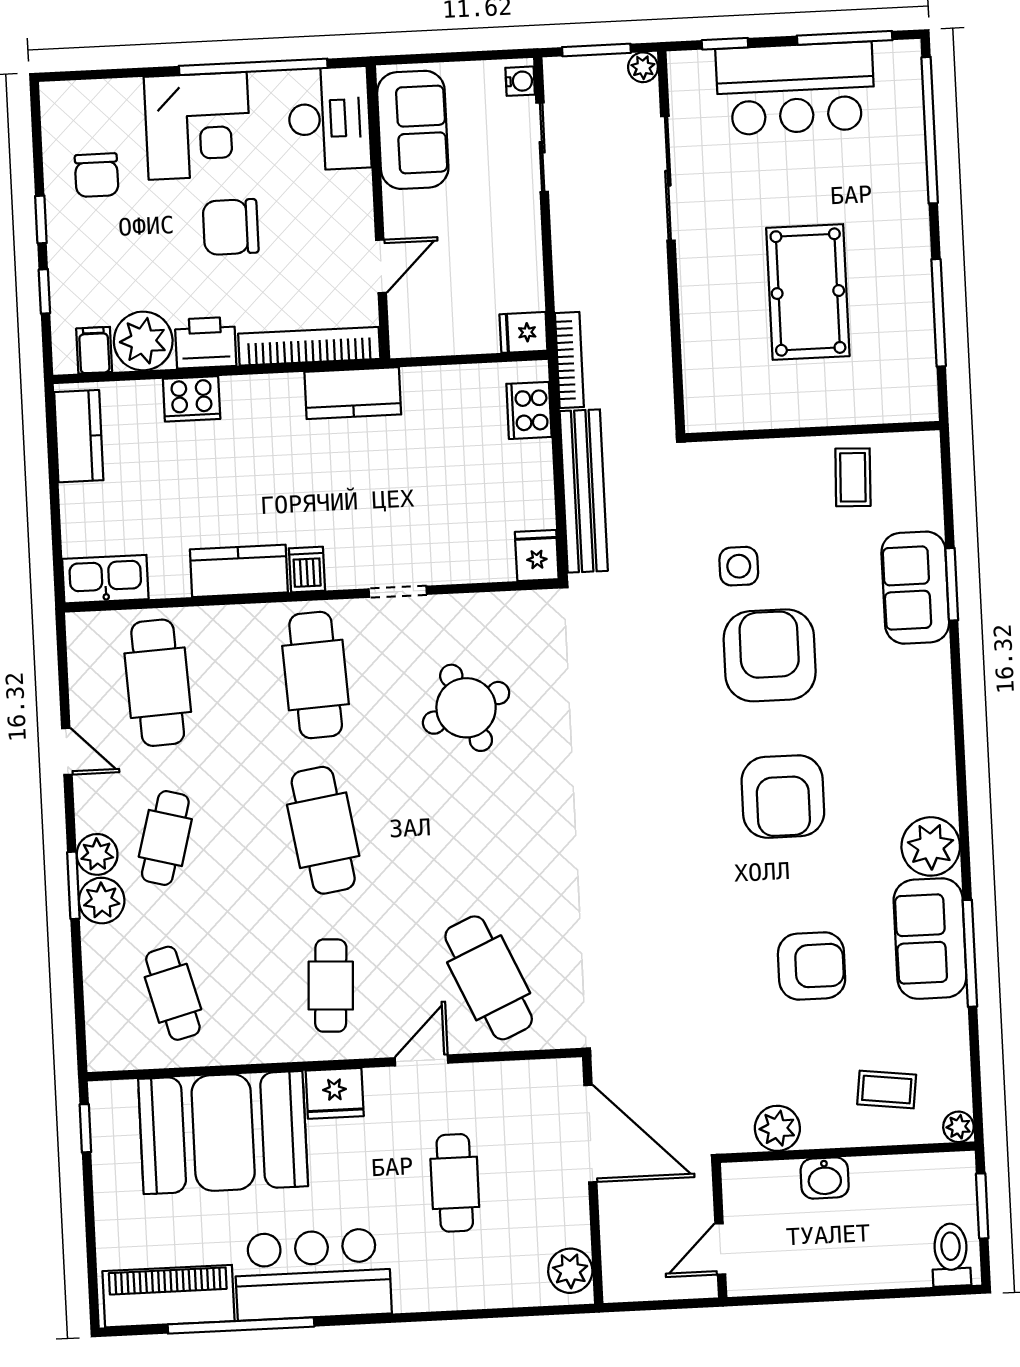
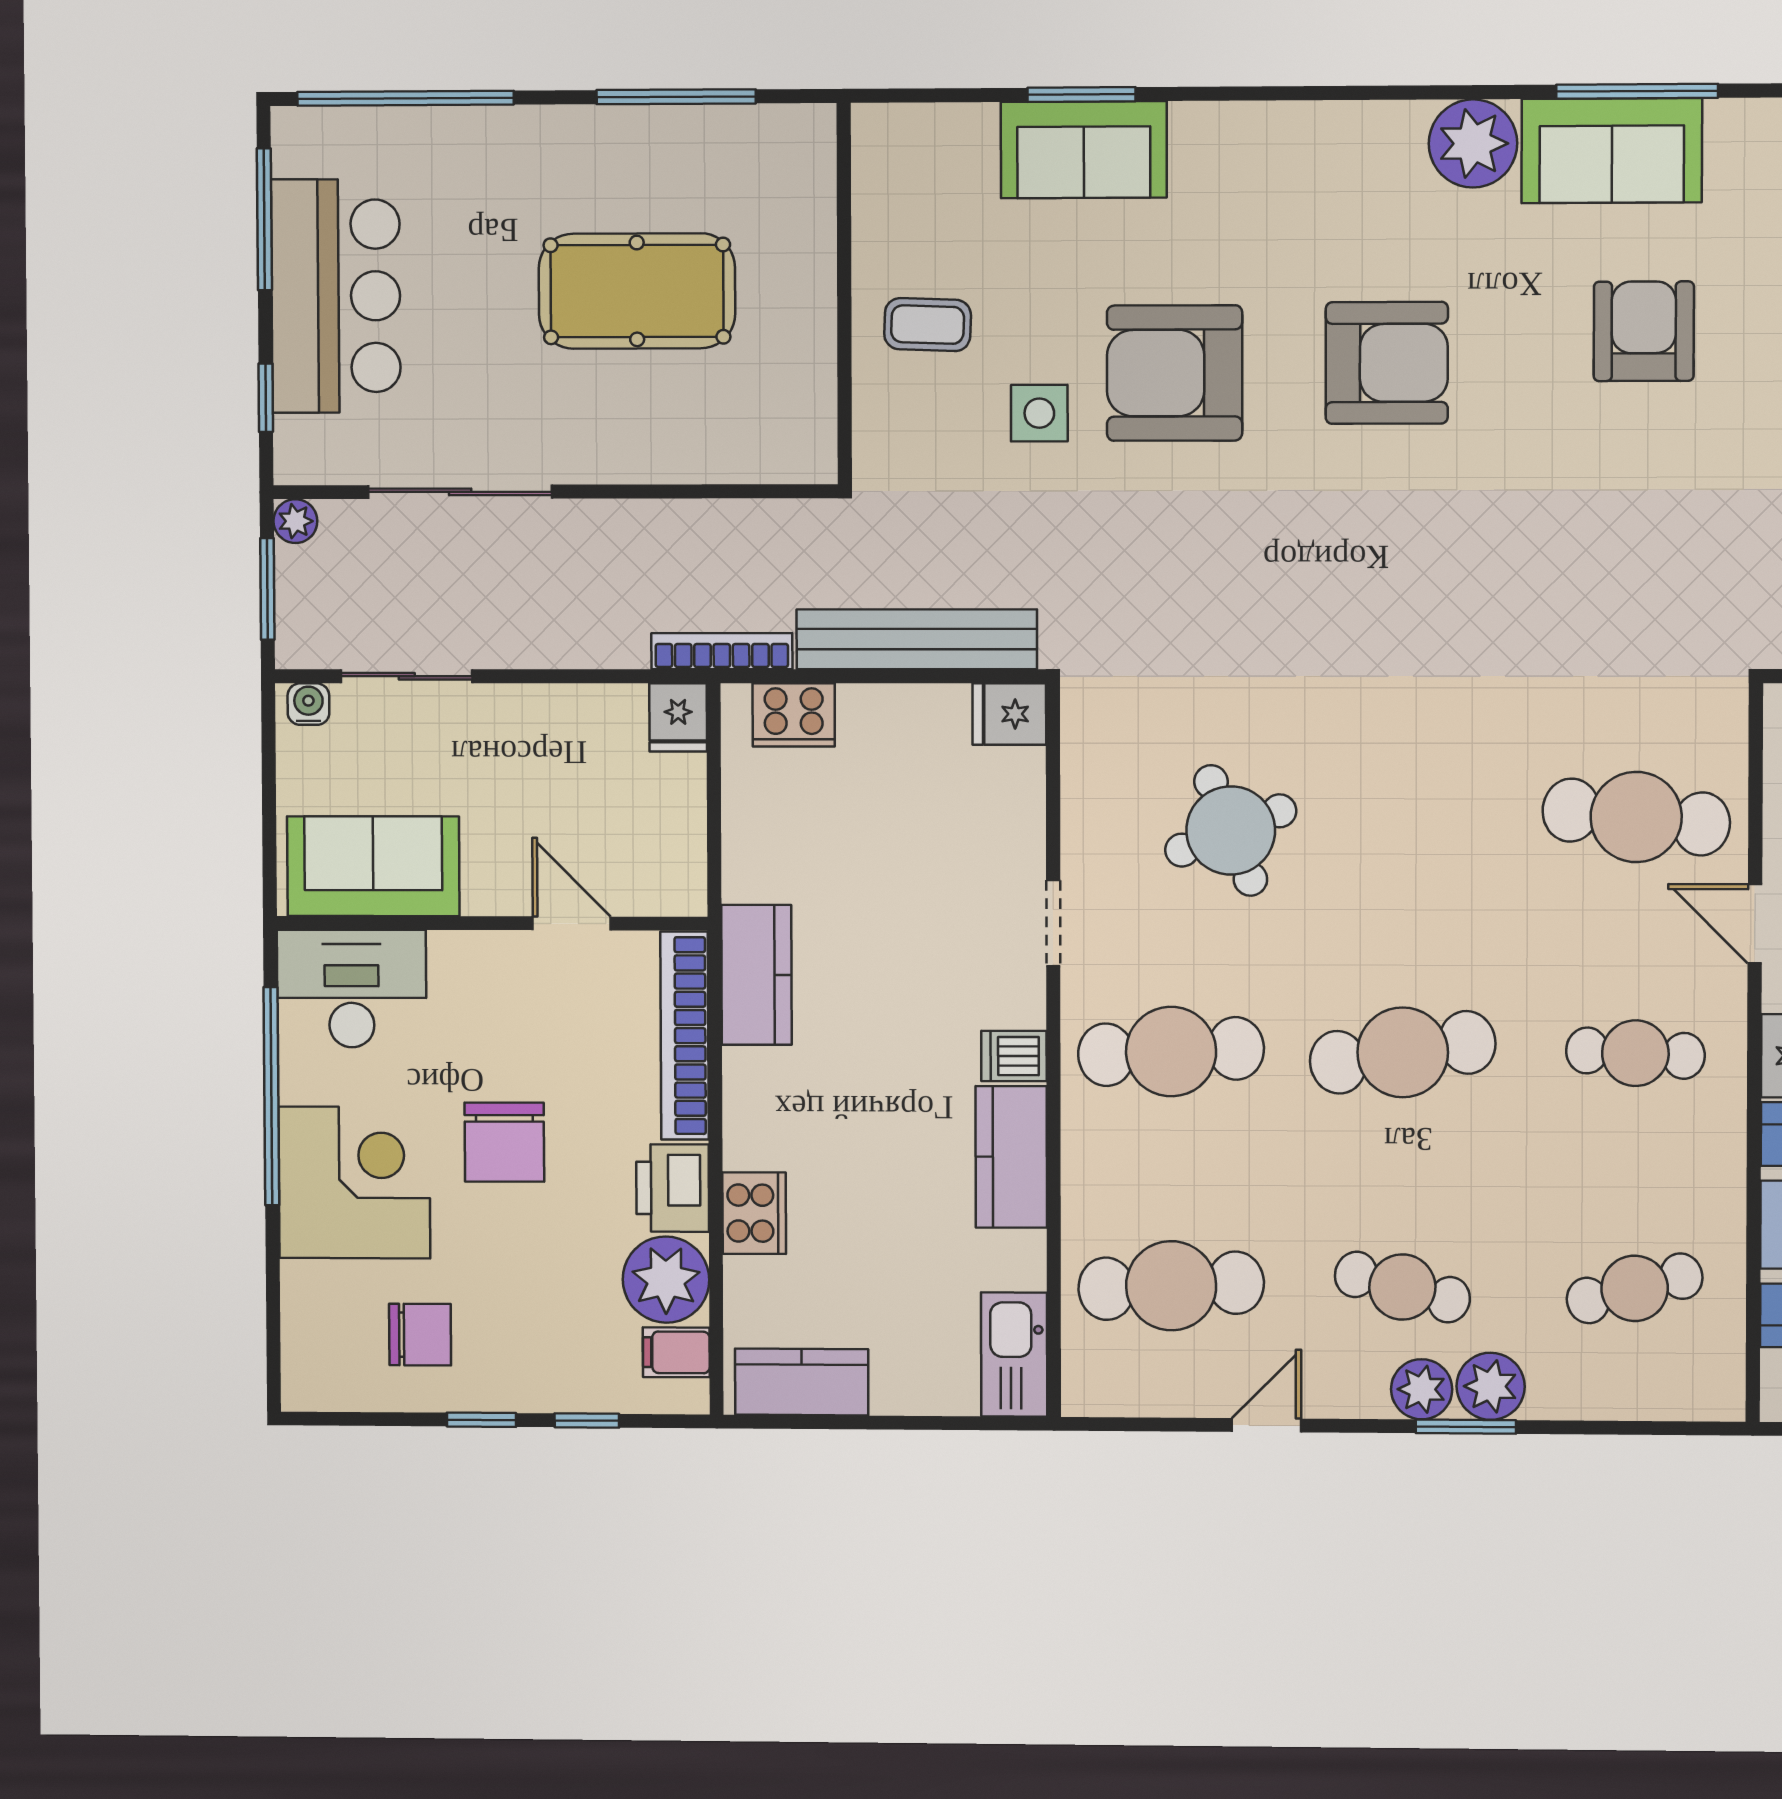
coffee table: (853, 477) -> (928, 325), moved
cafe table: (489, 978) -> (1636, 817), turned 30

